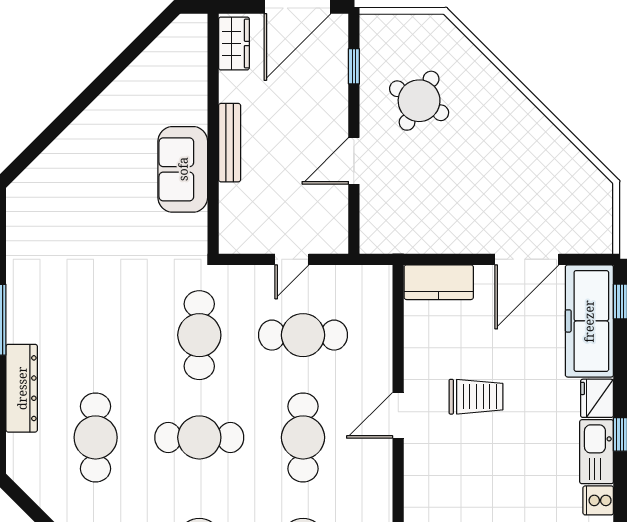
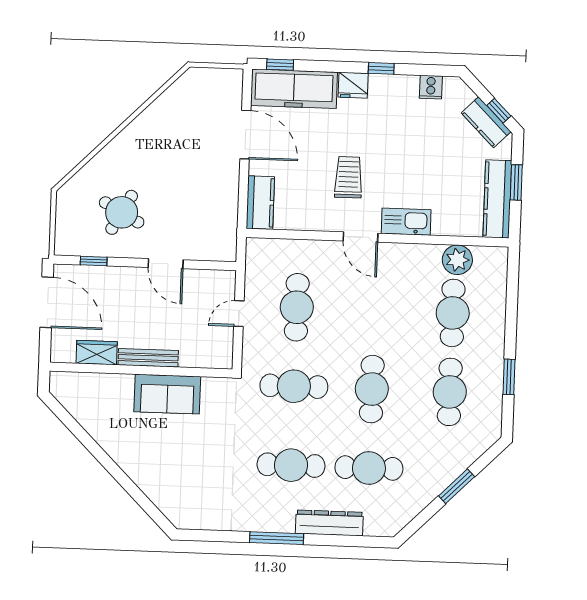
wardrobe: (234, 43) -> (97, 353), moved
door: (292, 259) -> (239, 314), swing flipped
cafe table: (303, 437) -> (291, 465), moved
kitchen sink: (597, 452) -> (406, 222), moved, turned 180

